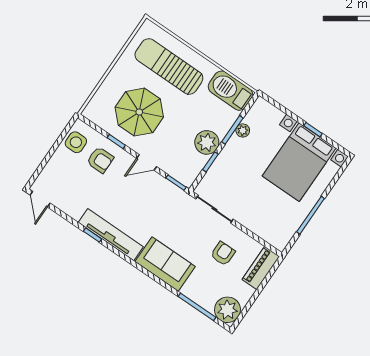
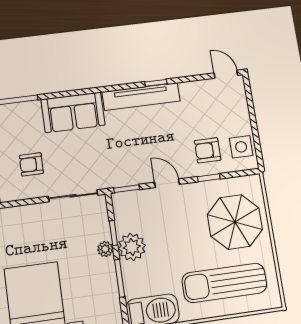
sun lounger: (169, 66) -> (224, 283), turned 180
parasol: (139, 112) -> (235, 222), moved
plant: (243, 130) -> (105, 249), moved
door: (147, 162) -> (167, 183), hinge flipped
armchair: (223, 254) -> (31, 164), turned 90

